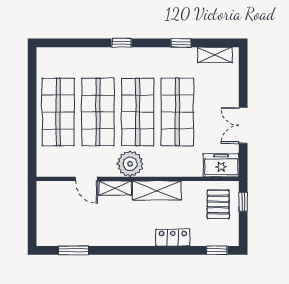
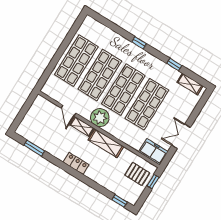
pallet: (218, 204) -> (137, 174), turned 90
locker: (173, 238) -> (76, 163), moved

